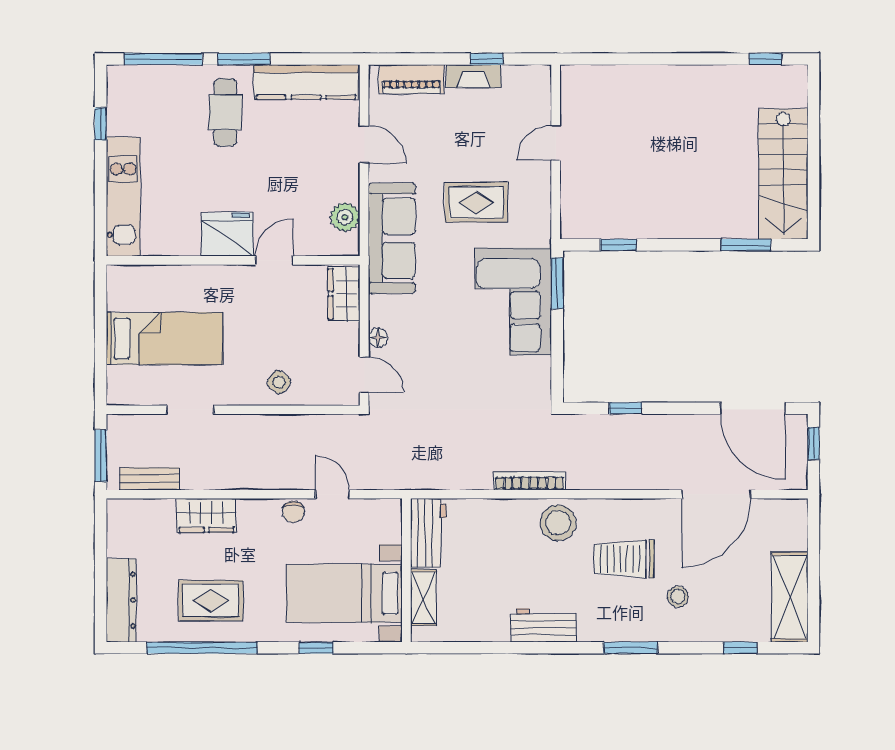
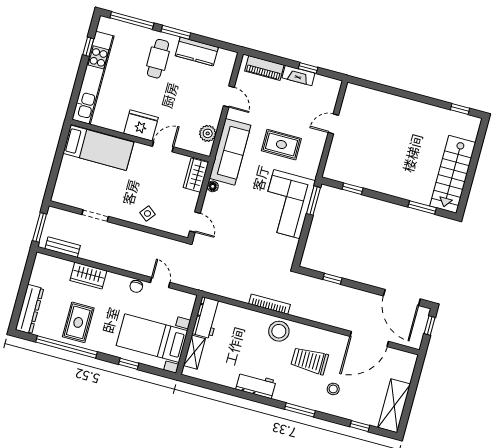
kitchen counter: (306, 82) -> (197, 51), width x0.67
kitchen unit: (123, 197) -> (93, 78), width x1.36
floor lamp: (378, 338) -> (213, 186), moved
bed: (164, 339) -> (98, 148), moved
rug: (211, 601) -> (78, 322), turned 90

